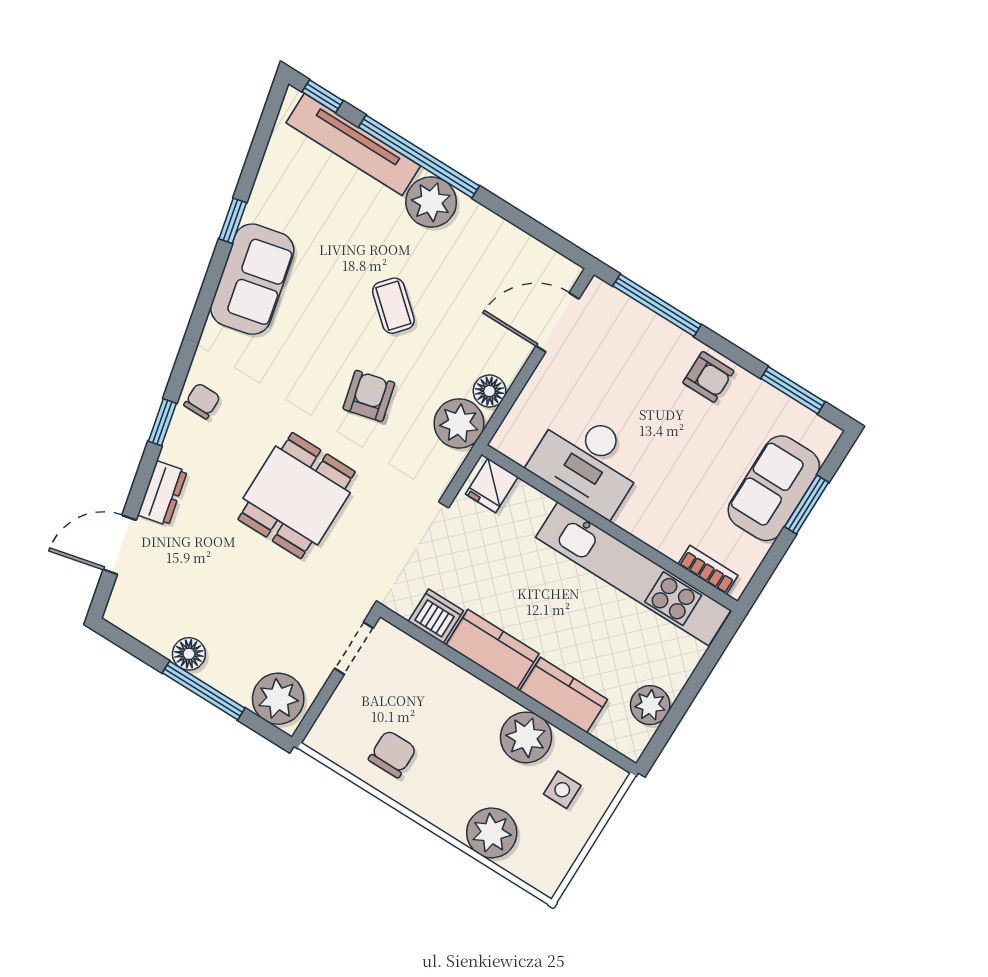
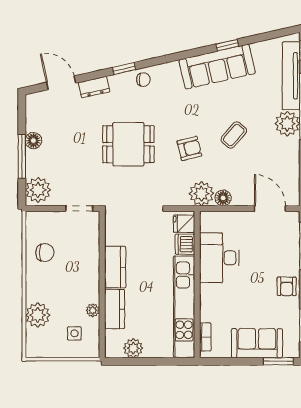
sofa: (252, 279) -> (217, 67), width x1.36
window: (807, 505) -> (278, 361), moved
dishwasher: (436, 616) -> (185, 244), moved, turned 180
plant: (526, 737) -> (93, 310), width x0.53, depth x0.53

